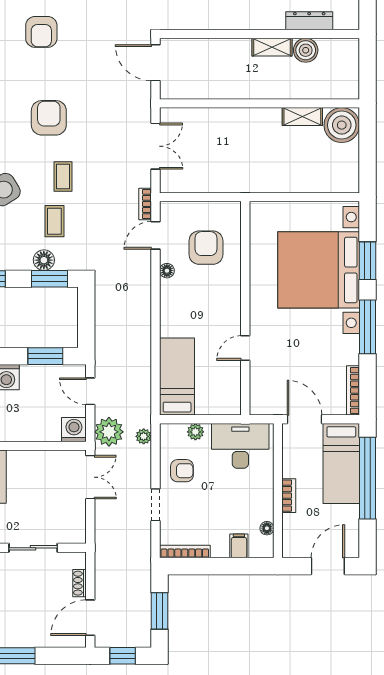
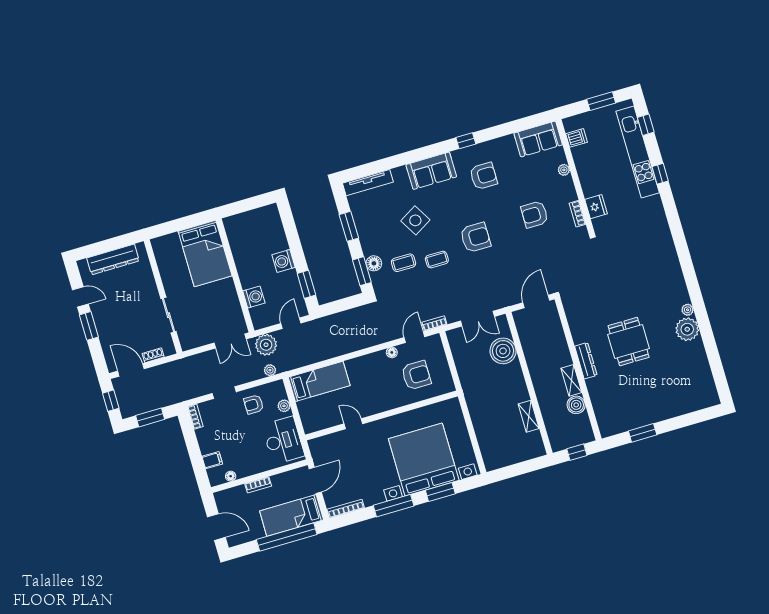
dresser: (309, 21) -> (586, 361), moved
window: (368, 67) -> (577, 452), added
boiler: (342, 125) -> (503, 351), moved
door: (156, 235) -> (414, 337), hinge flipped
washing machine: (74, 430) -> (254, 297), moved
armchair: (182, 471) -> (254, 404), turned 90
bookcase: (185, 551) -> (195, 417), width x0.64

